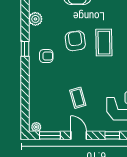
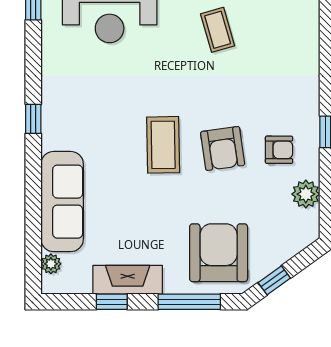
armchair: (46, 56) -> (279, 150), moved, turned 180

